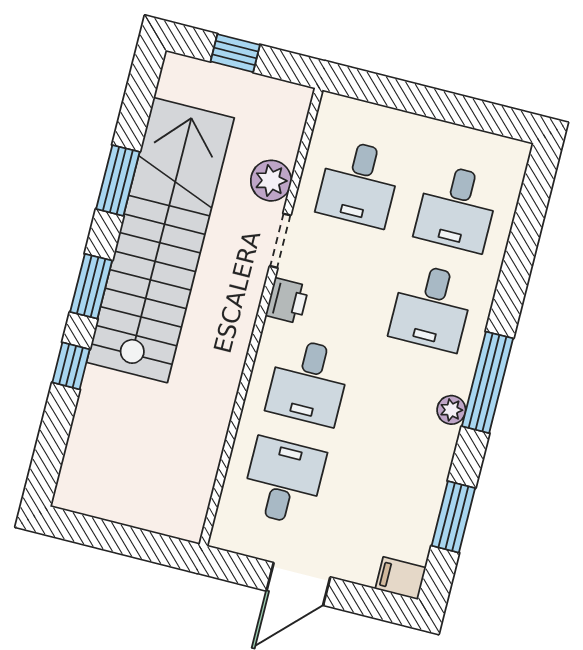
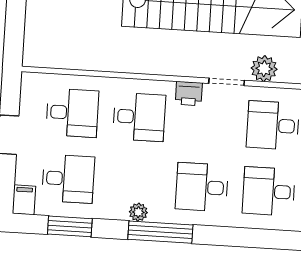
desk: (309, 382) -> (139, 117), turned 180
desk: (381, 506) -> (68, 179), added

